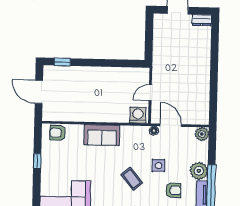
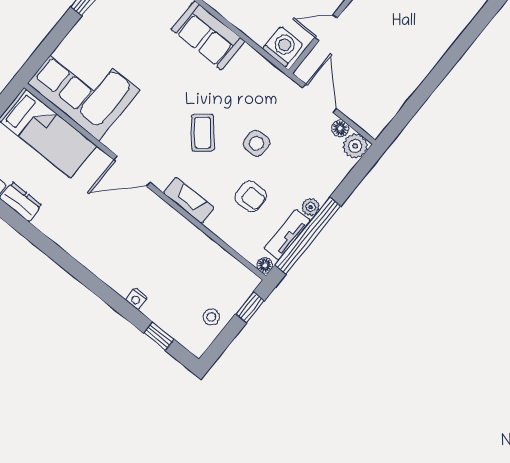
floor lamp: (154, 131) -> (340, 129), moved
plant: (199, 171) -> (311, 207), width x0.53, depth x0.53

